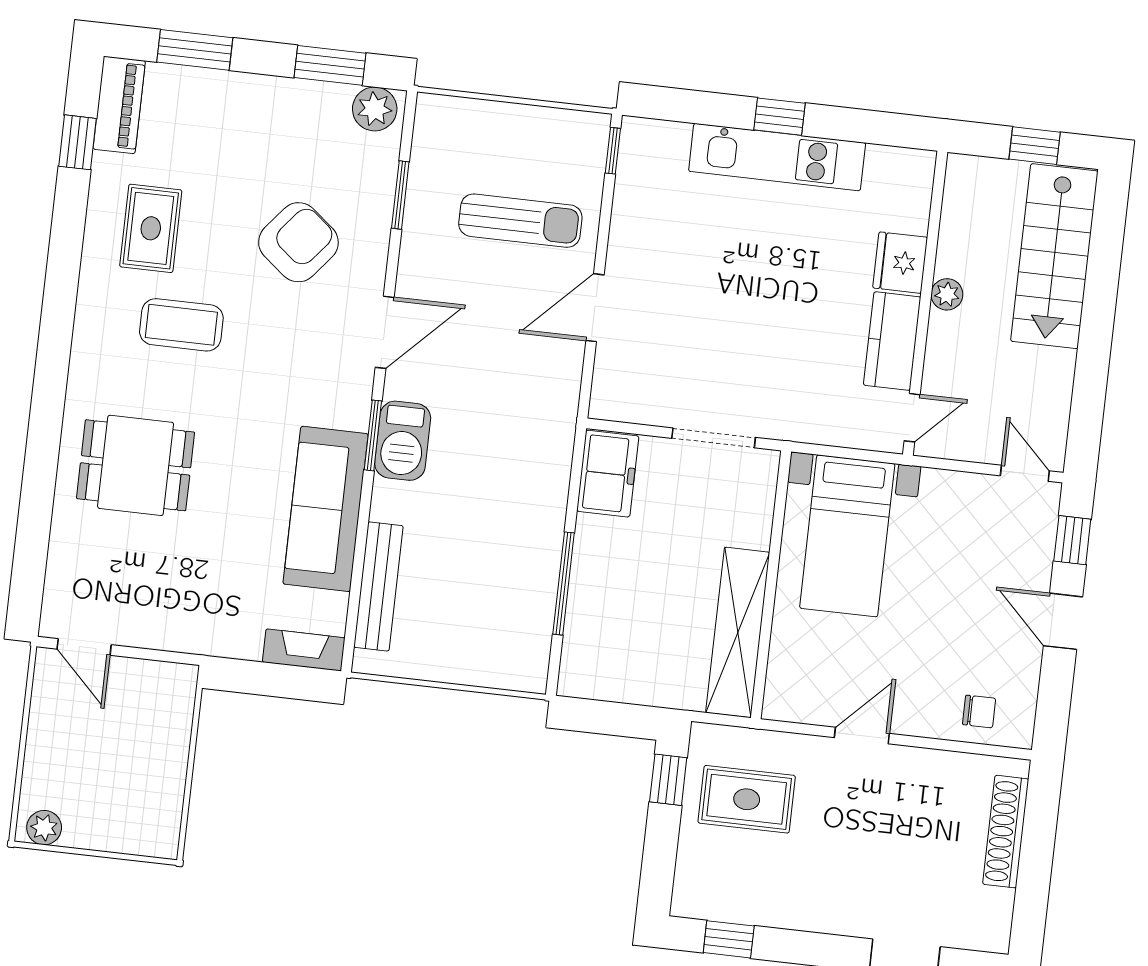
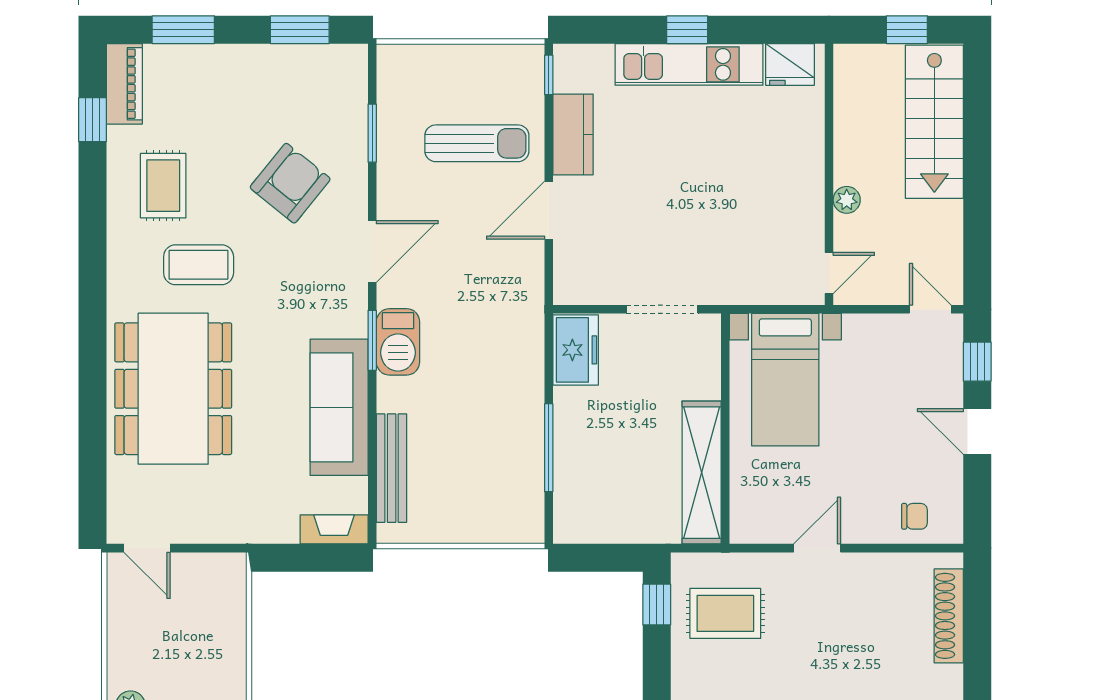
plant: (375, 109) -> (342, 62), removed
fridge: (900, 263) -> (790, 64), moved, turned -90
plant: (947, 294) -> (847, 200), moved
kitchen counter: (892, 341) -> (573, 134), moved, turned 180
dining table: (136, 465) -> (173, 389), width x1.88, depth x1.24

